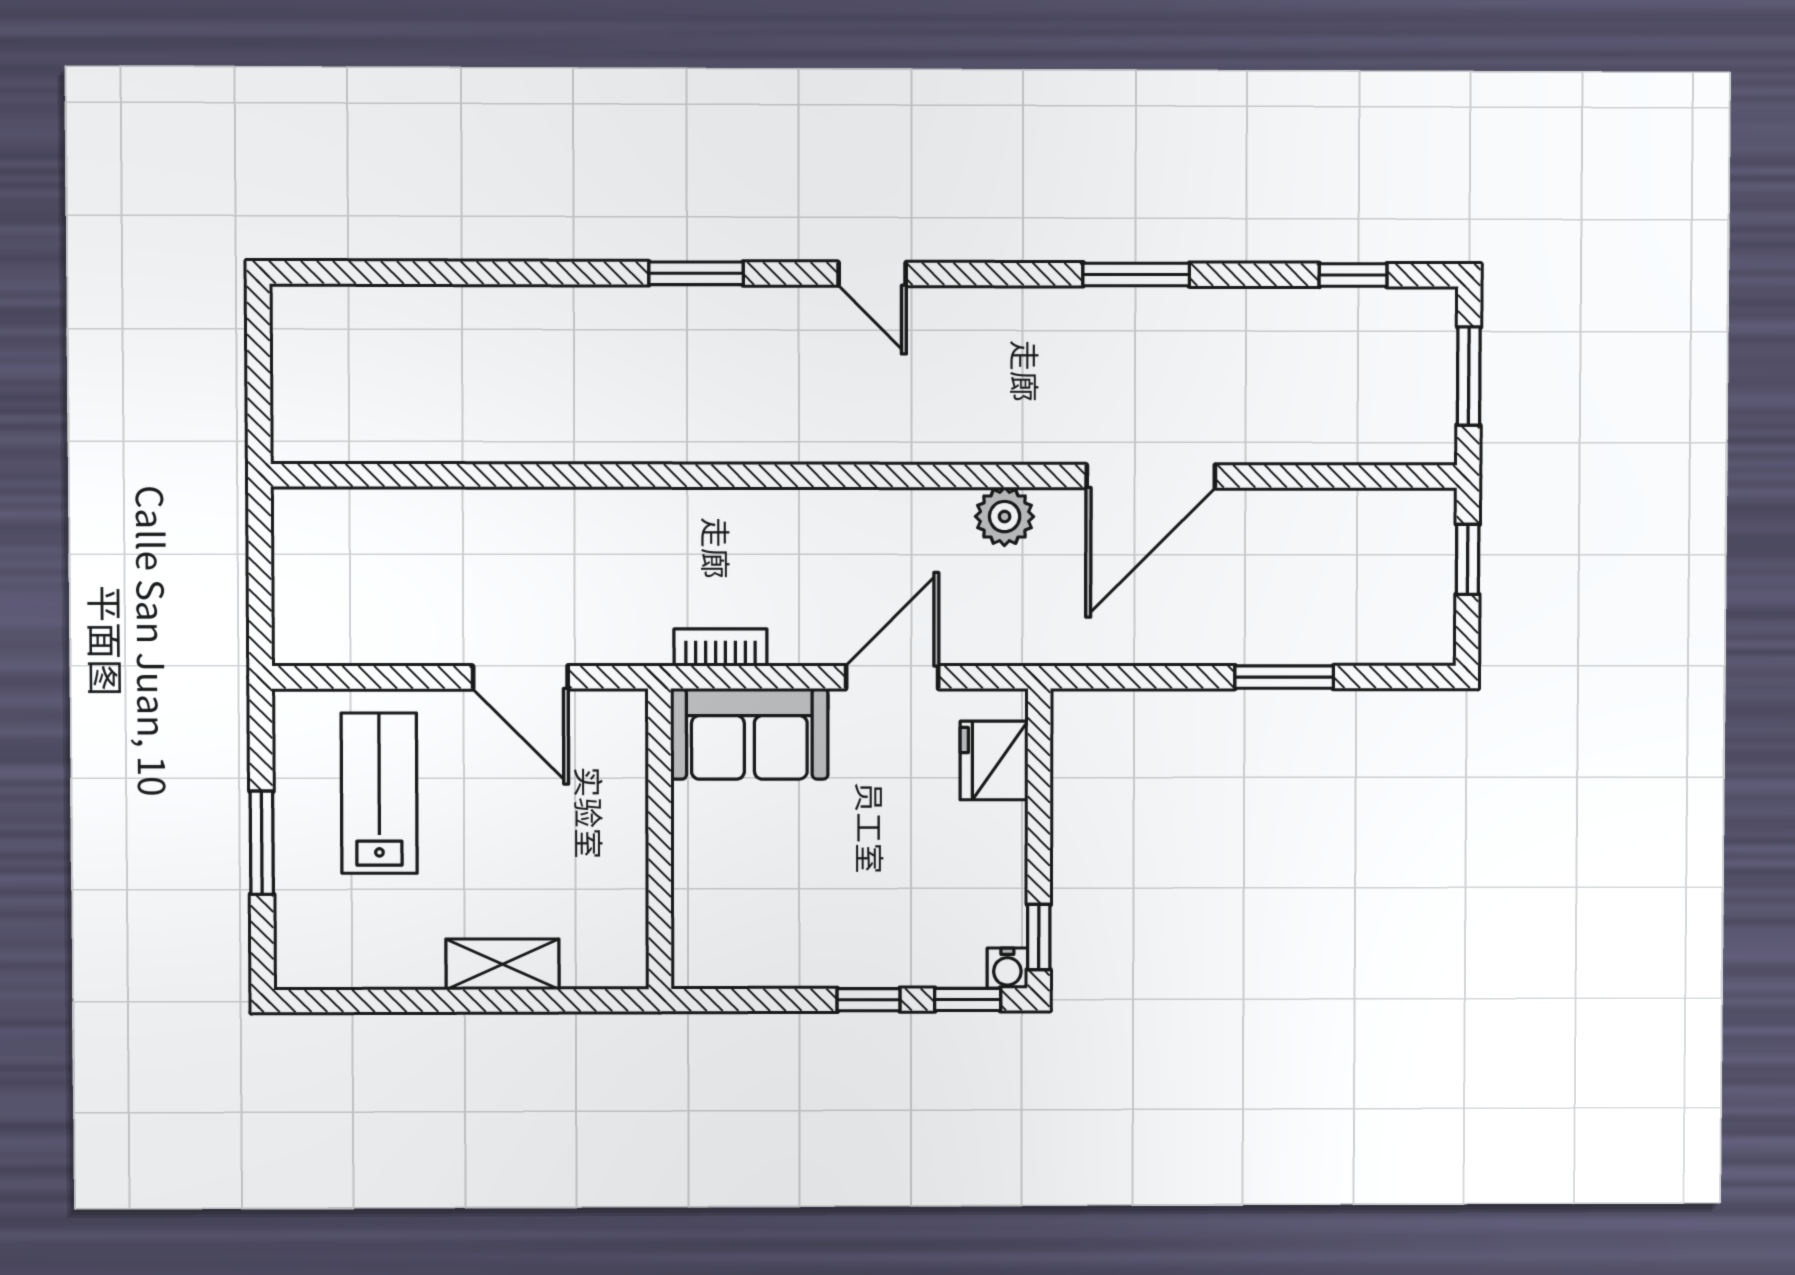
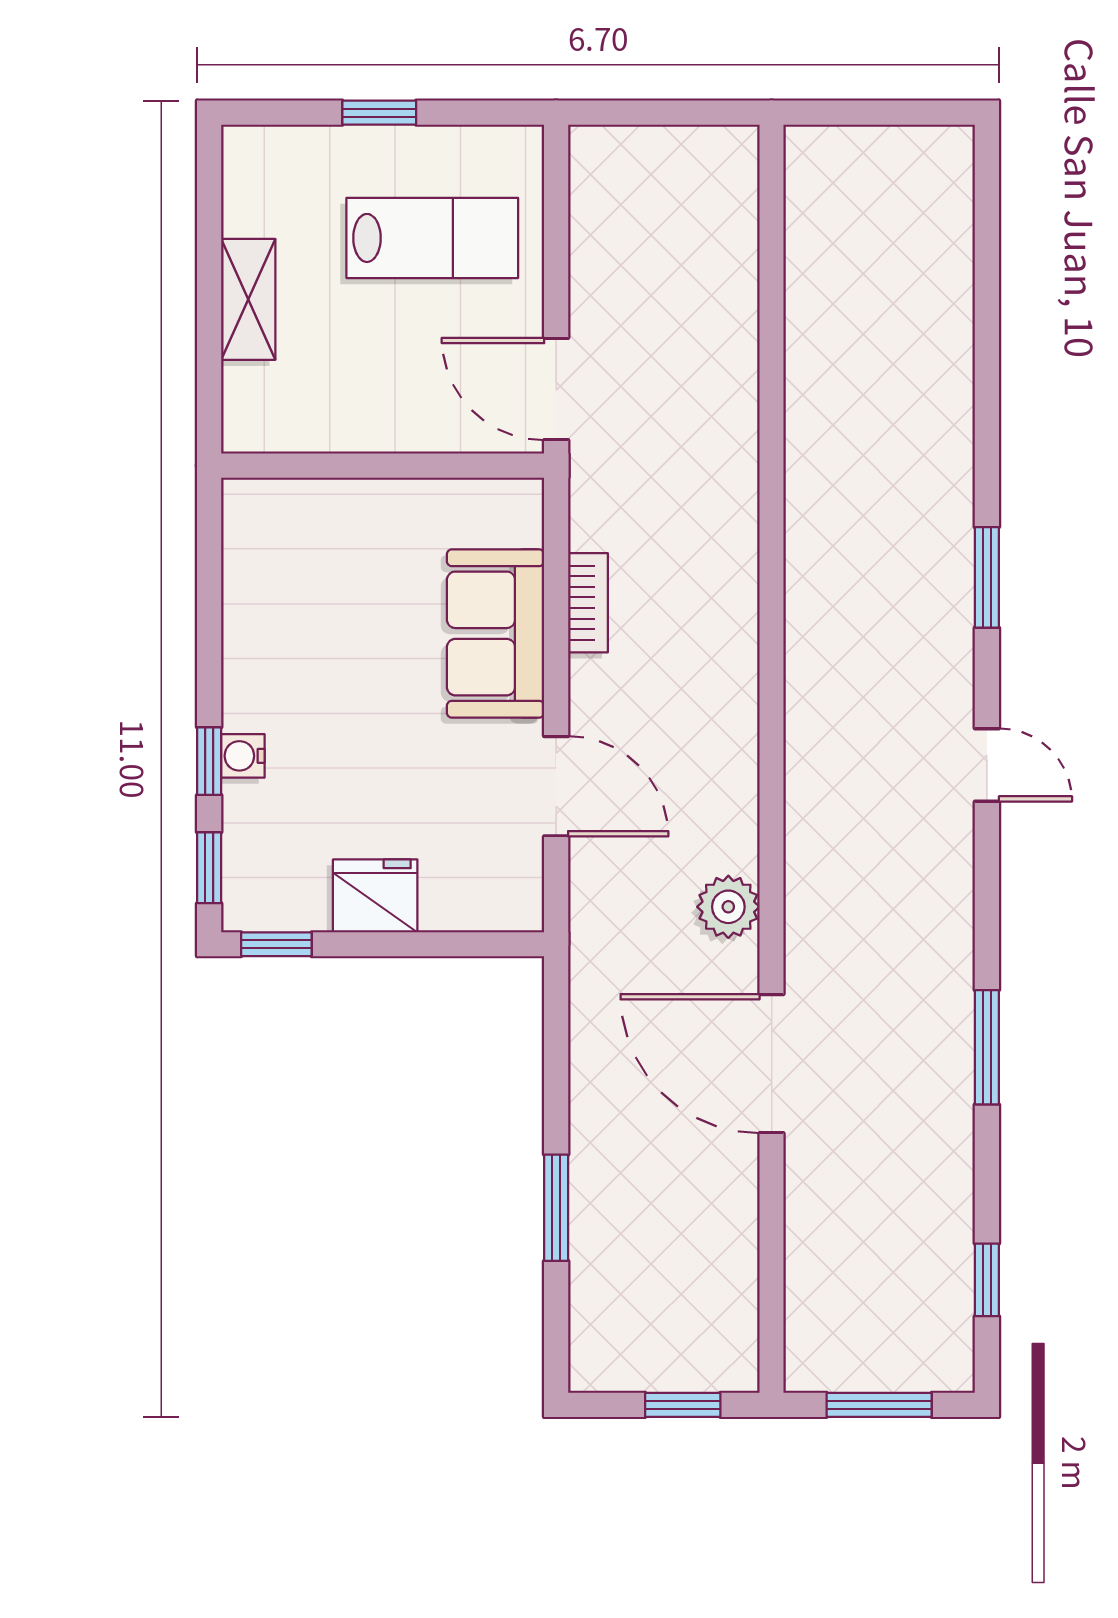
door: (872, 274) -> (987, 765), swing flipped
door: (520, 677) -> (556, 389), hinge flipped
fridge: (994, 760) -> (375, 896), moved
wall: (660, 839) -> (383, 466), moved
window: (262, 843) -> (379, 113), width x0.67
shelving: (502, 964) -> (248, 299), moved
water cooler: (1007, 968) -> (243, 756), moved

